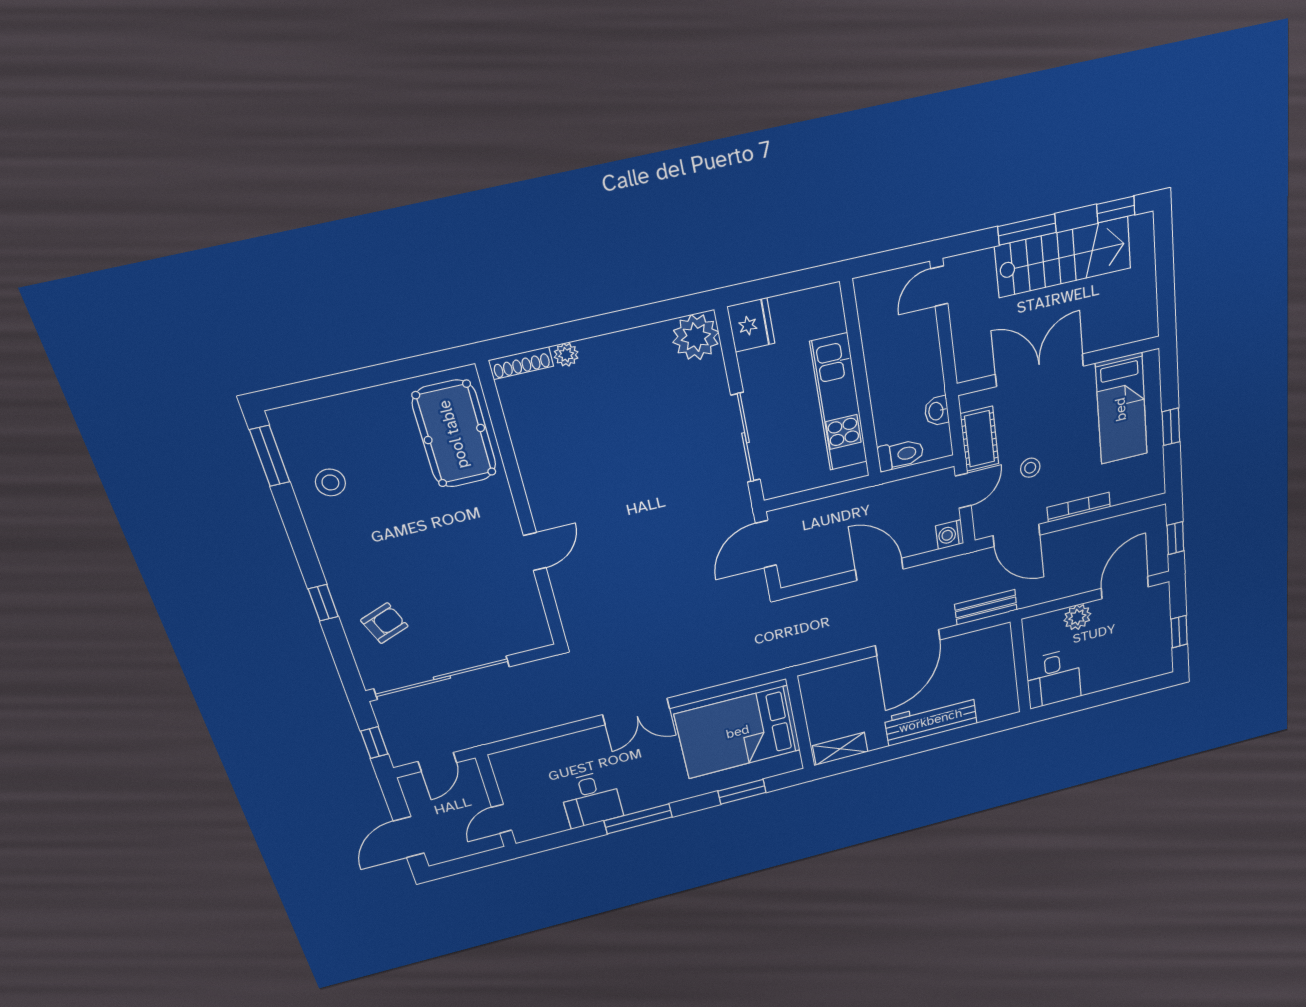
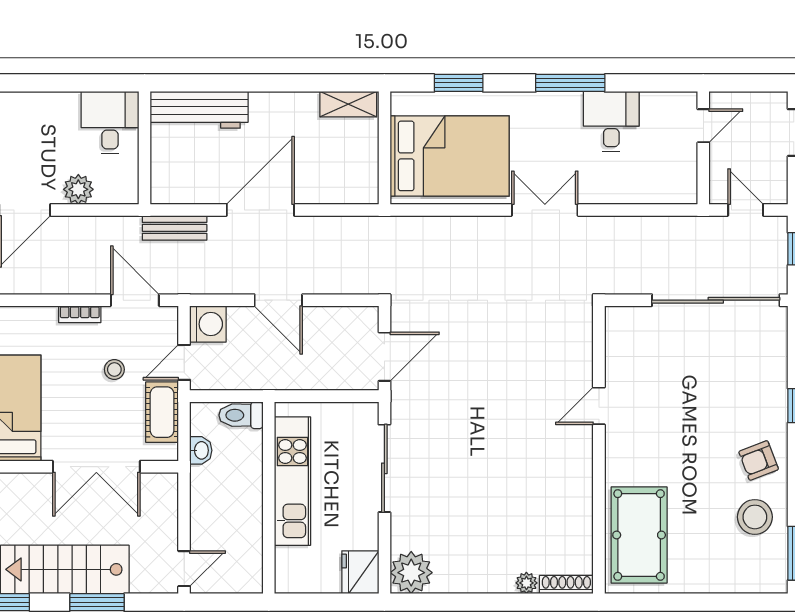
stool: (330, 482) -> (755, 517), width x1.38, depth x1.38
bookcase: (1079, 507) -> (80, 314), width x0.64
washing machine: (950, 535) -> (208, 324), width x1.38, depth x1.38
armchair: (384, 623) -> (759, 461), moved
workbench: (931, 721) -> (199, 110), moved
door: (437, 762) -> (746, 210), hinge flipped

